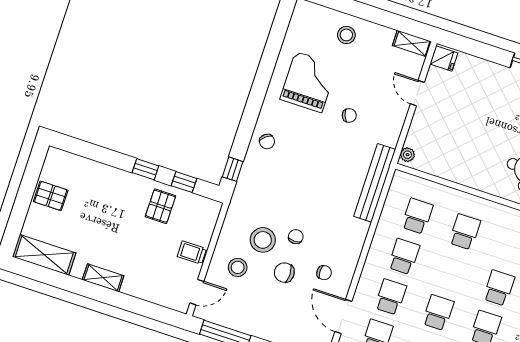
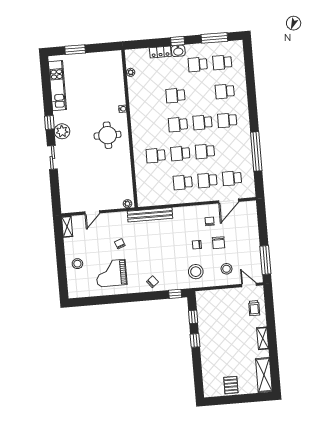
fridge: (444, 59) -> (68, 206), removed
pallet: (160, 206) -> (211, 324), removed
school desk: (417, 216) -> (180, 153), moved
stool: (263, 240) -> (196, 272), moved
trolley: (192, 253) -> (254, 308), moved

